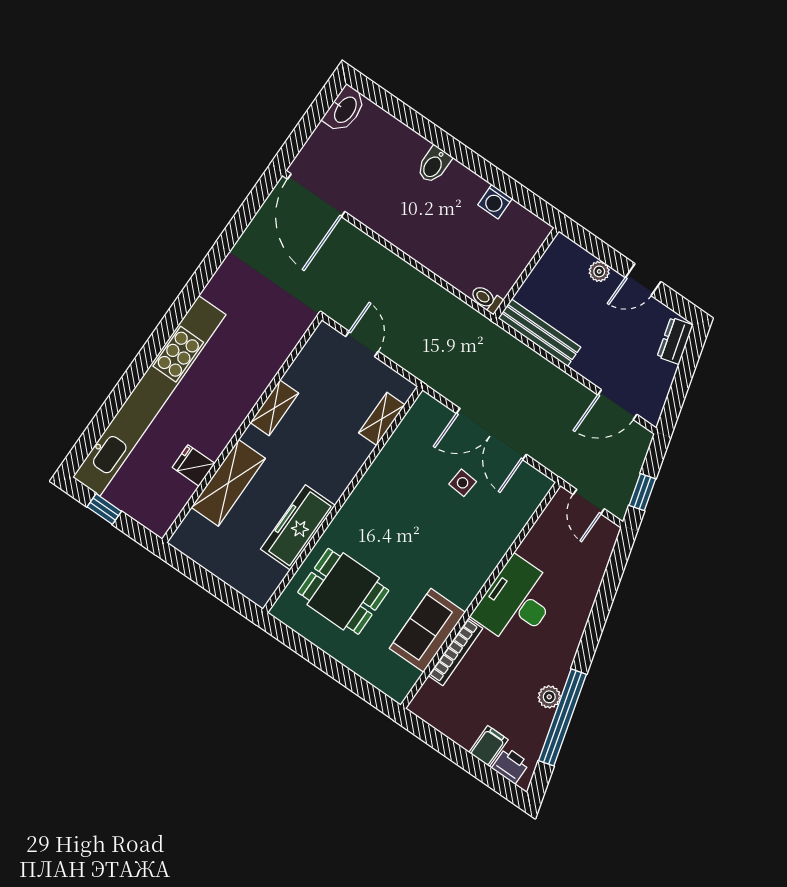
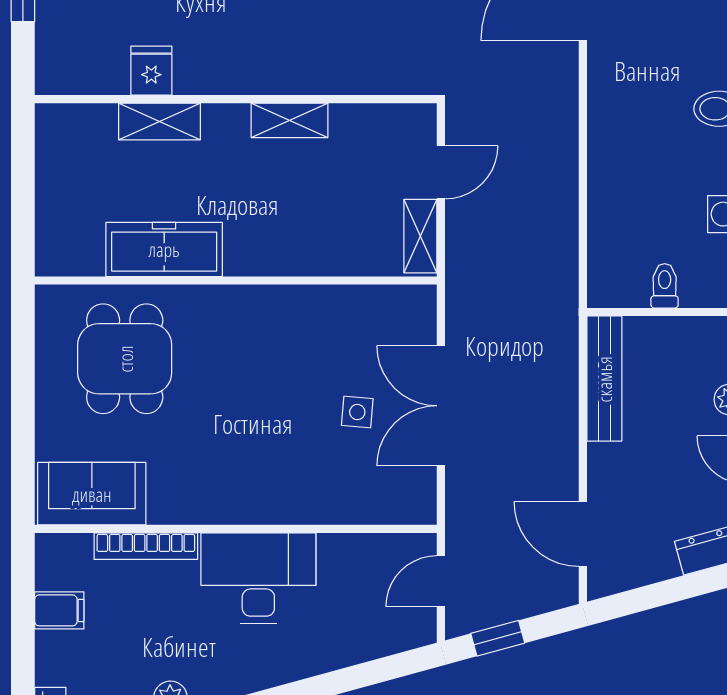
toilet: (486, 299) -> (665, 286), moved
shelving: (382, 419) -> (420, 236), moved, turned 90
shelving: (228, 483) -> (159, 121), width x0.67, depth x0.75
sofa: (427, 630) -> (92, 494), moved
filing cabinet: (488, 746) -> (59, 610), moved

